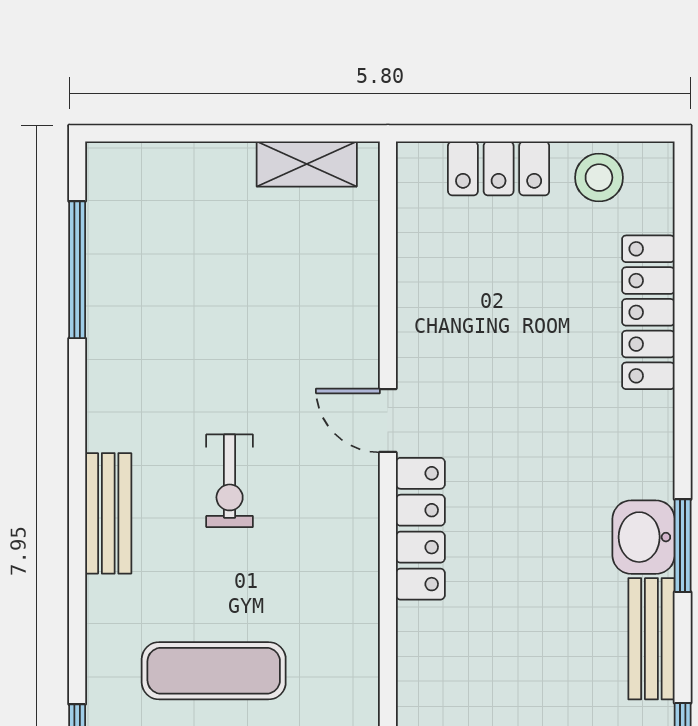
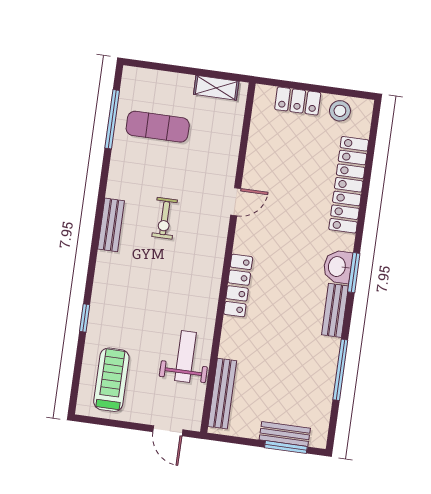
locker: (648, 312) -> (349, 185), width x1.41, depth x1.21
door: (388, 420) -> (236, 202), swing flipped
locker: (420, 529) -> (238, 286), moved
exercise mat: (214, 671) -> (158, 127), moved

